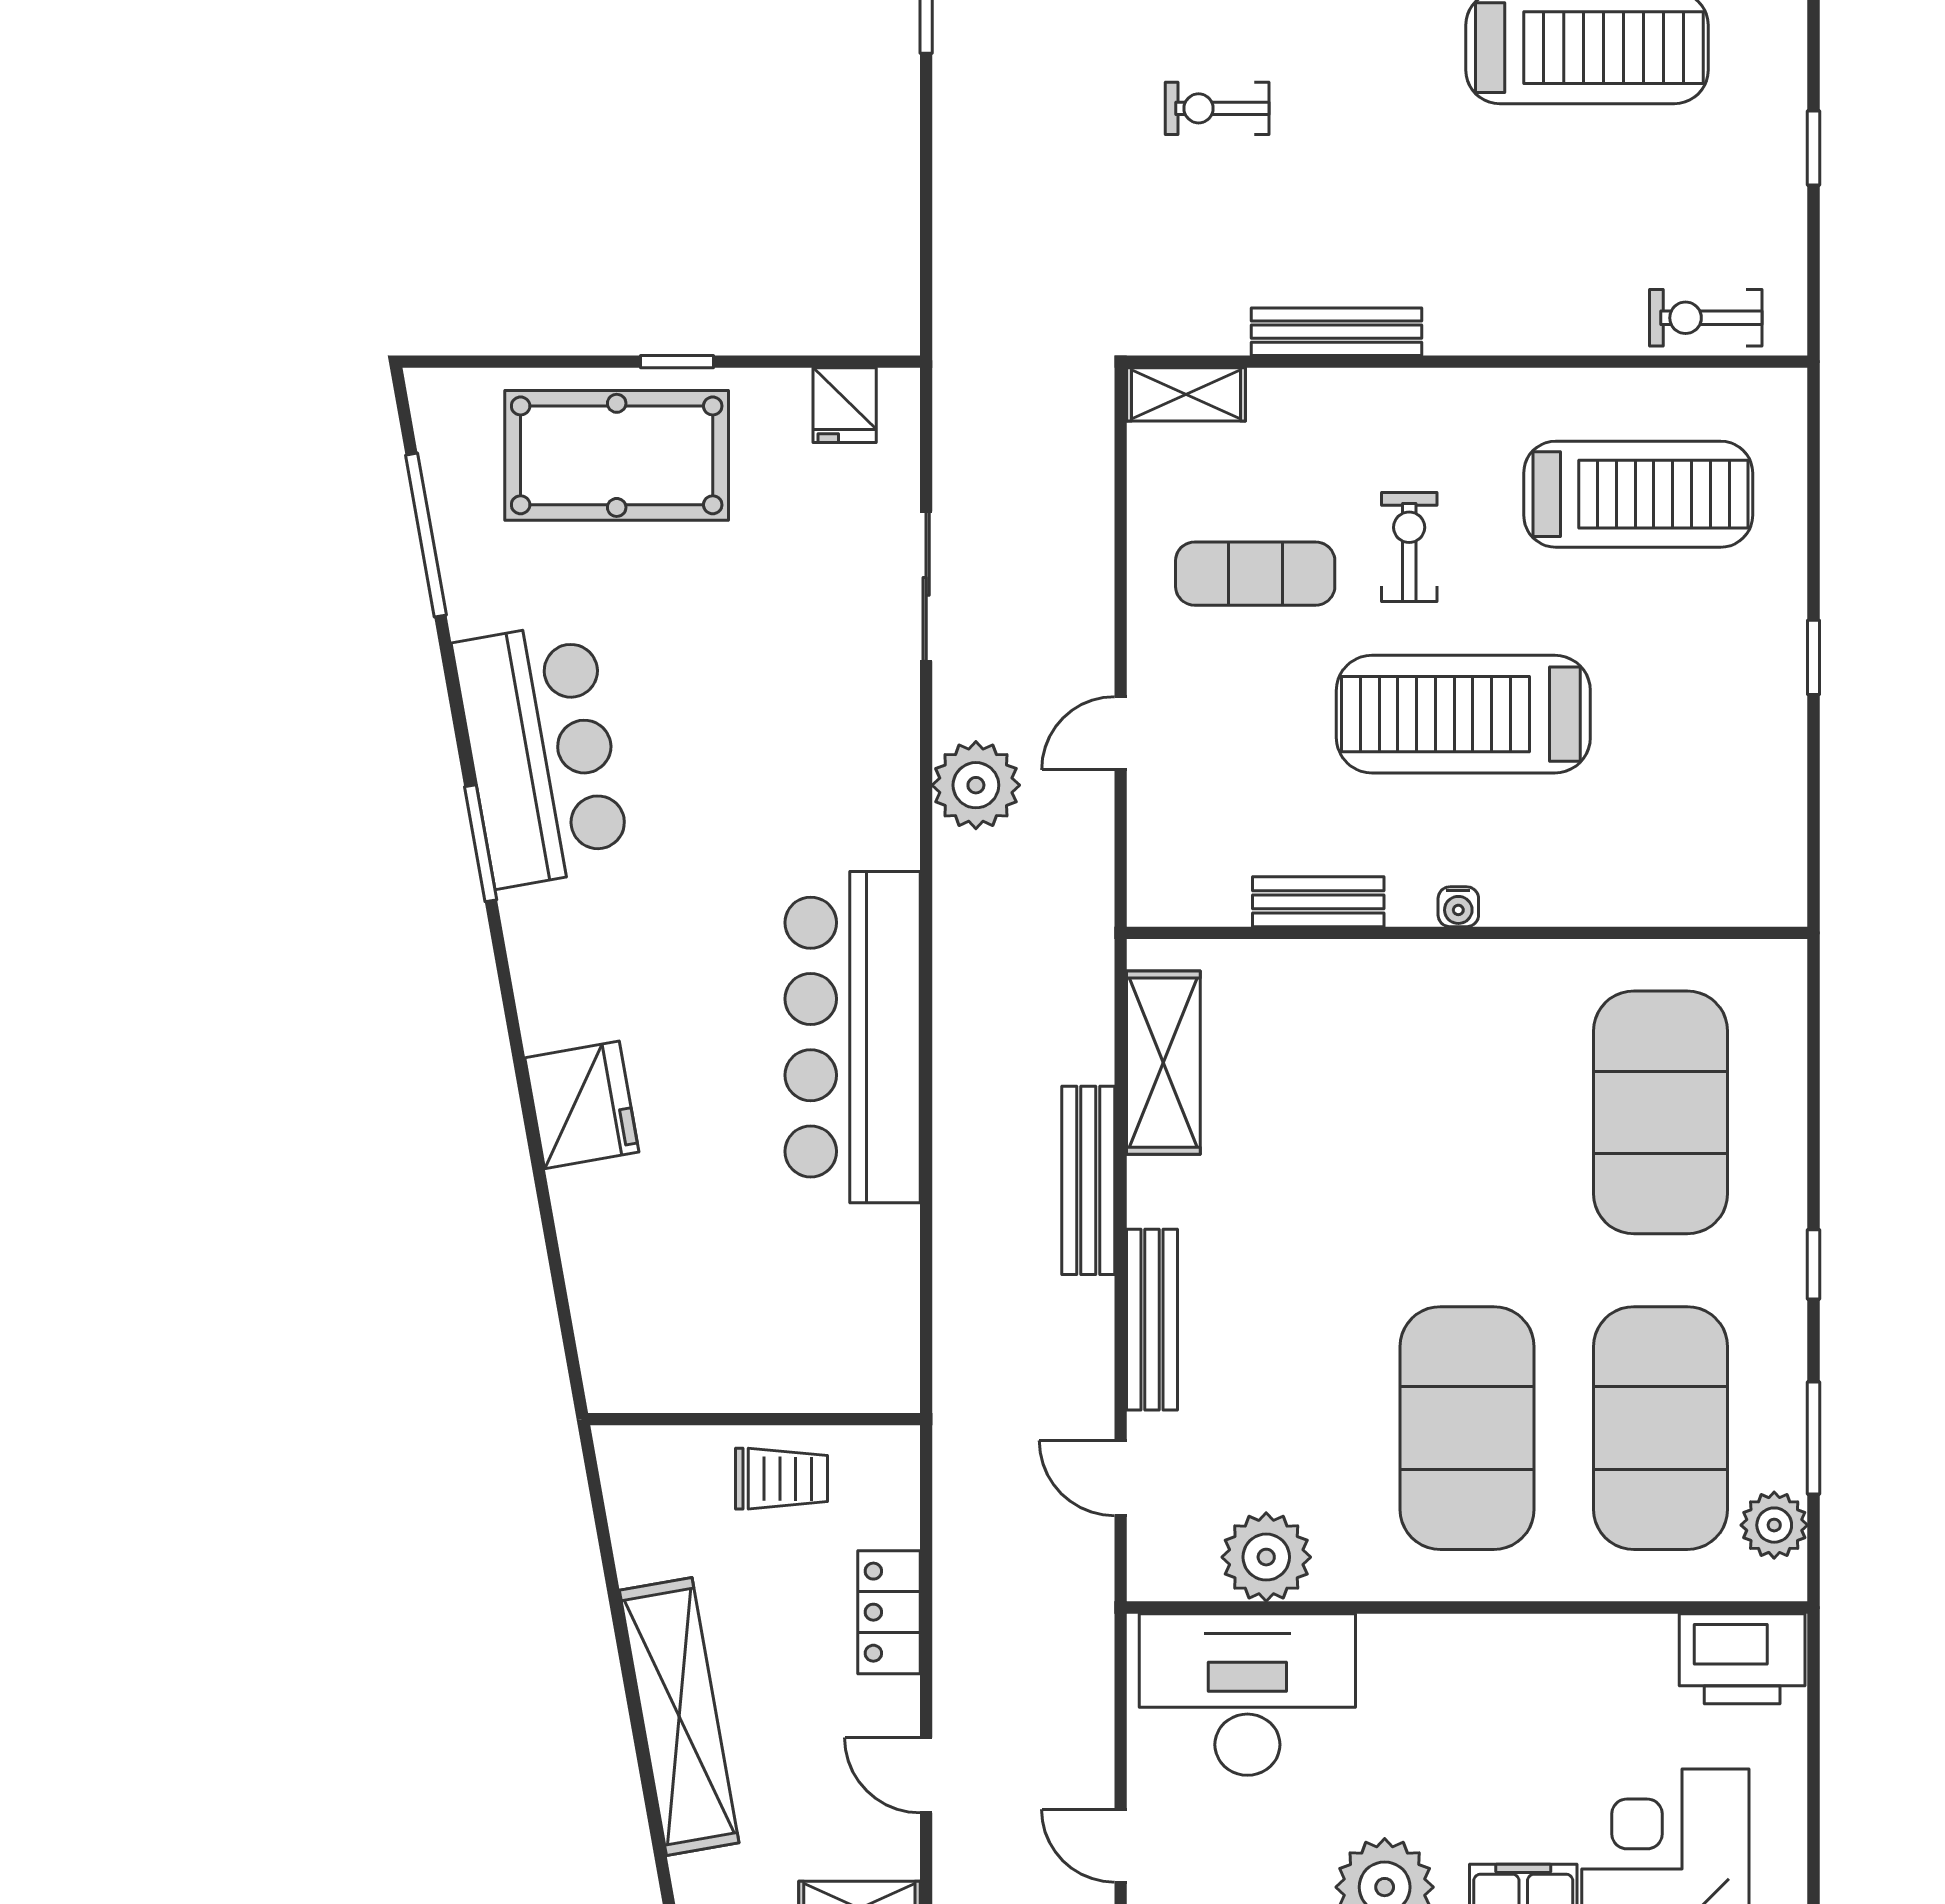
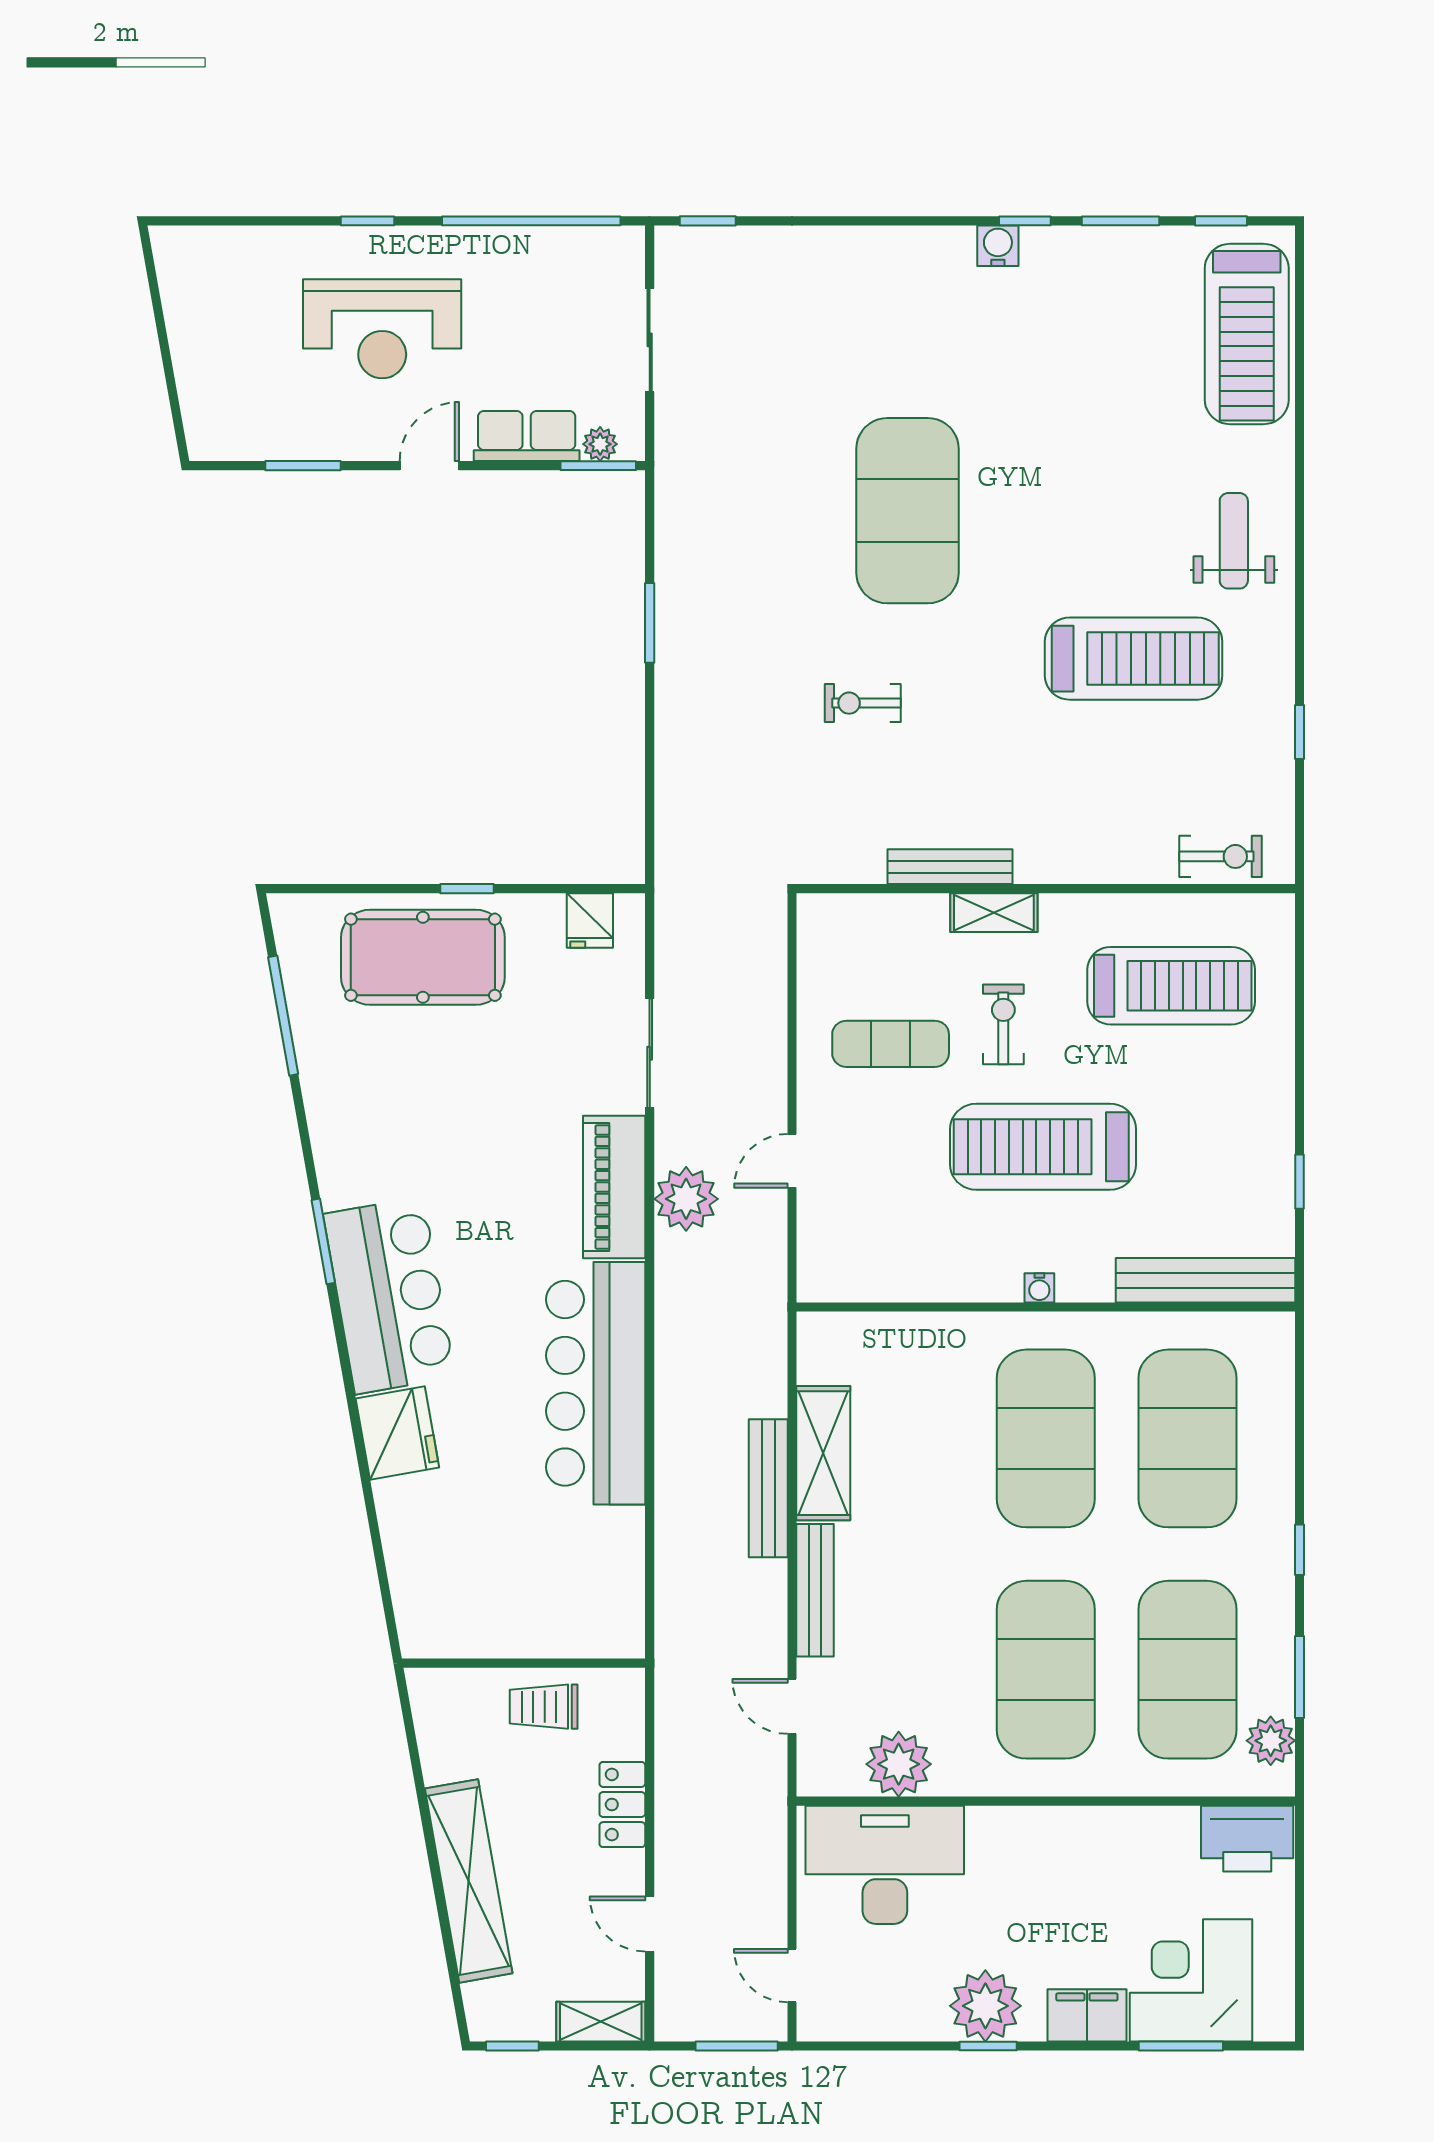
exercise bike: (1706, 318) -> (1221, 856), turned 180
shelving: (1186, 394) -> (994, 913), moved
window: (1814, 657) -> (1300, 1182), moved
bar counter: (542, 754) -> (389, 1295), moved
piano: (878, 769) -> (614, 1187), added
bench: (1318, 902) -> (1205, 1280), moved, width x1.86, depth x1.21
shelving: (1163, 1063) -> (823, 1453), moved
exercise mat: (1467, 1112) -> (1046, 1438), added
trolley: (782, 1479) -> (544, 1707), turned 180

